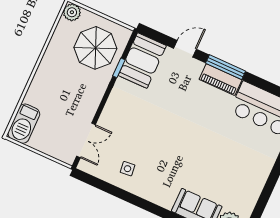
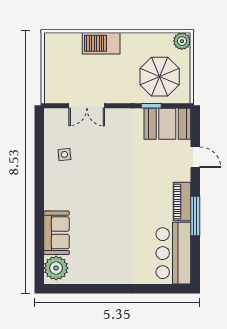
window: (226, 67) -> (195, 216), moved
barbecue: (24, 124) -> (101, 43), moved
double door: (86, 140) -> (87, 106), moved

